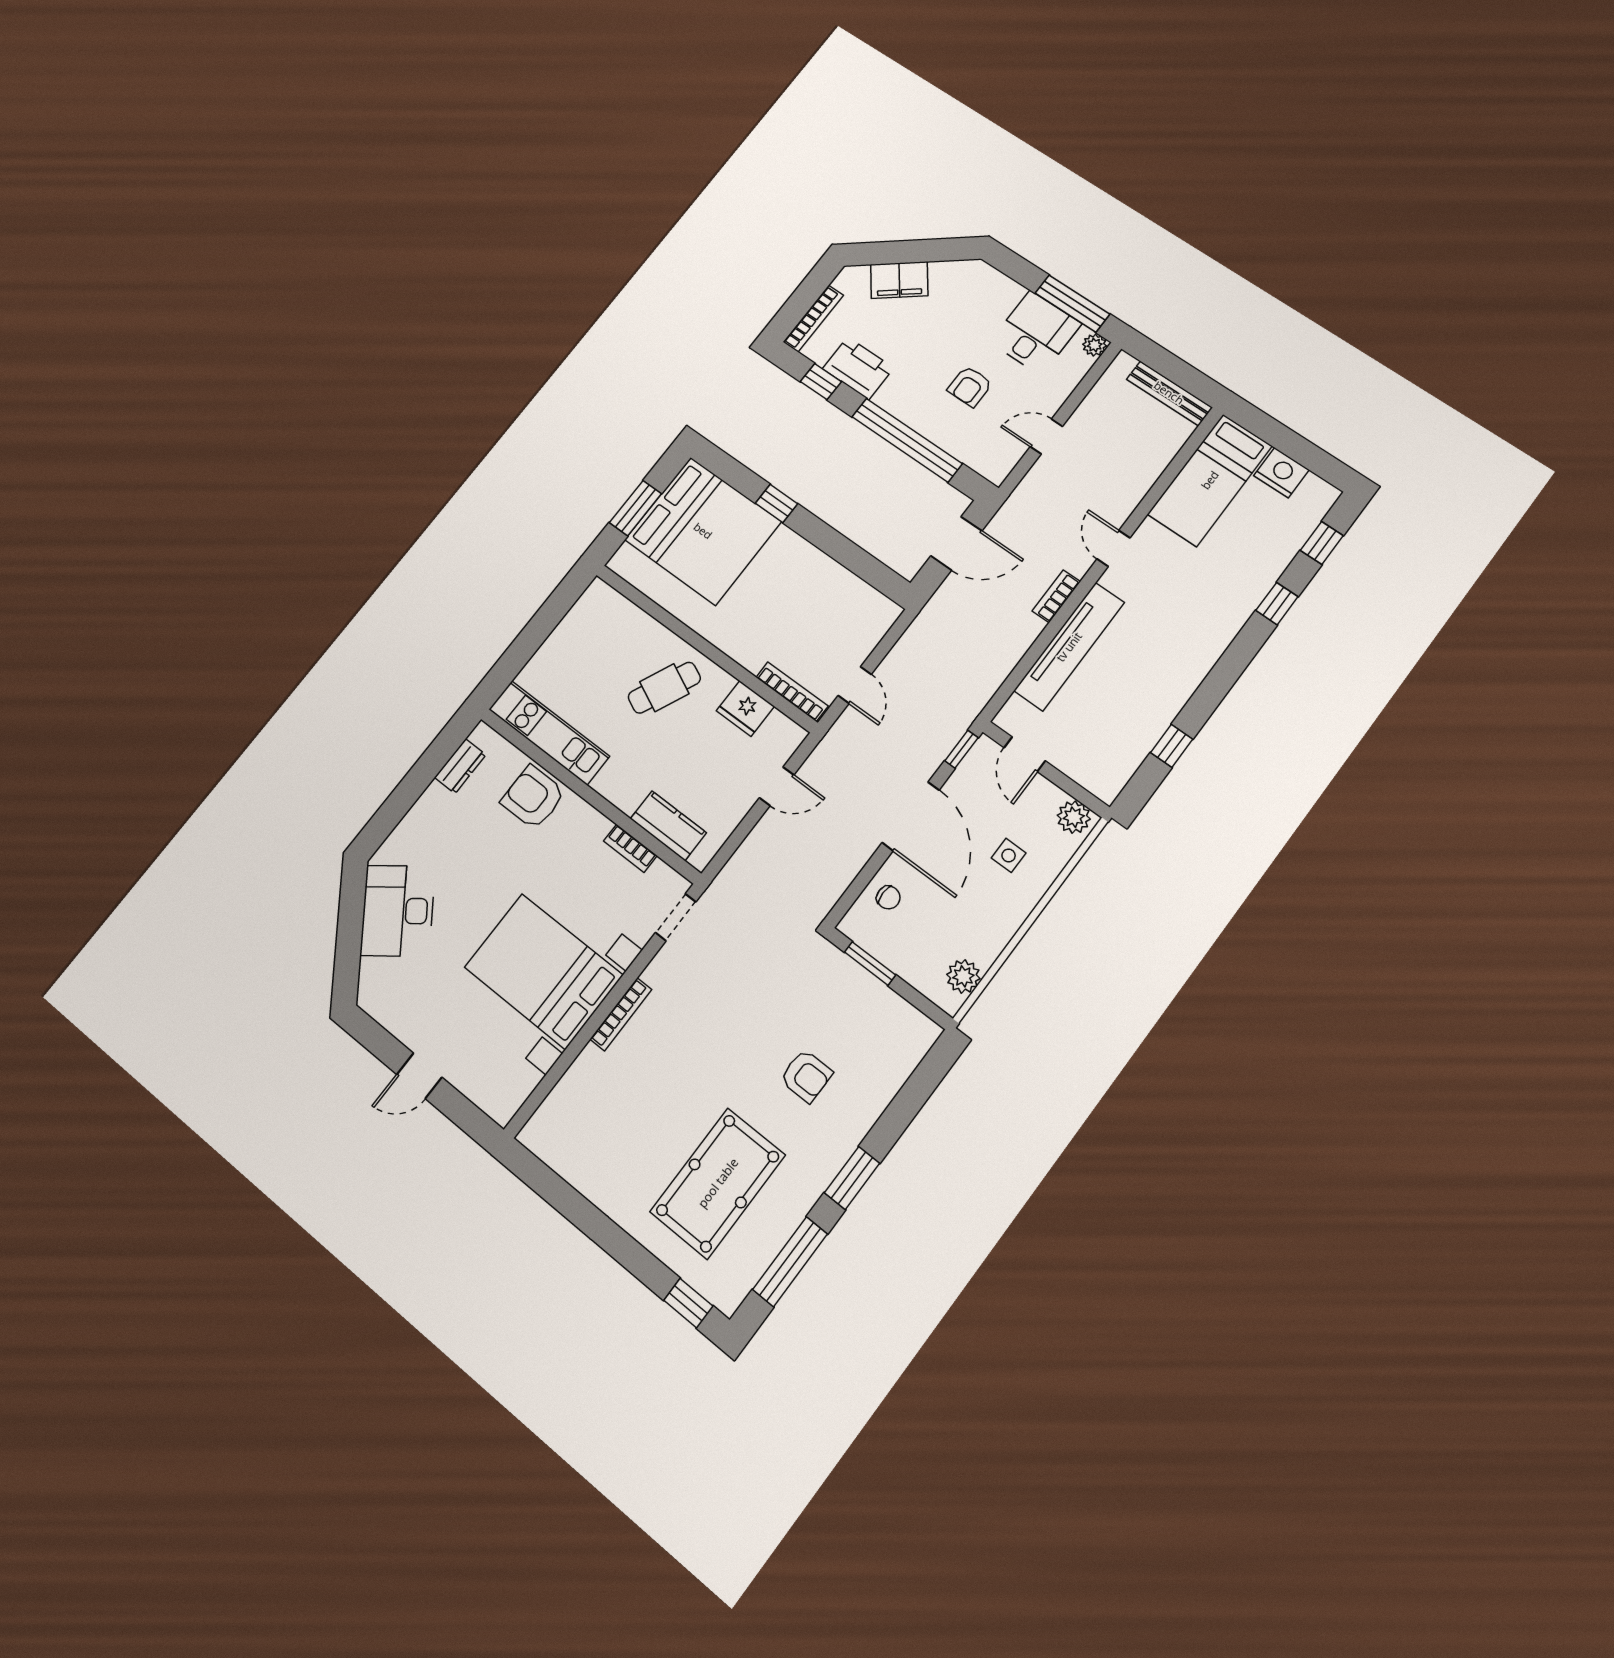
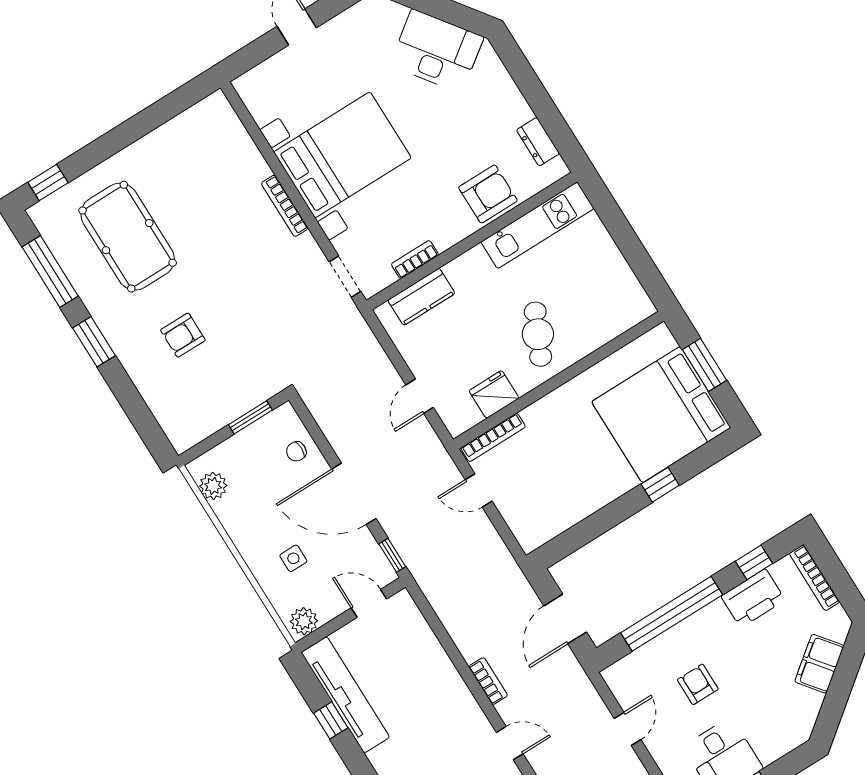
tv unit: (1069, 647) -> (345, 695), moved, turned 180

